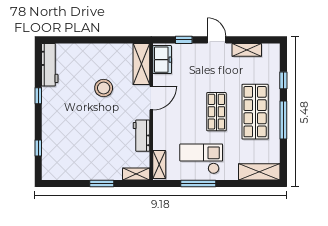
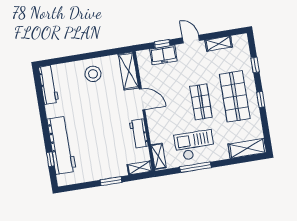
freezer: (162, 60) -> (163, 55), moved, turned 90
stool: (104, 88) -> (93, 74), moved
window: (38, 96) -> (43, 113), removed
door: (151, 98) -> (142, 99), hinge flipped
window: (283, 120) -> (261, 100), width x0.46
workbench: (53, 135) -> (62, 145), added

